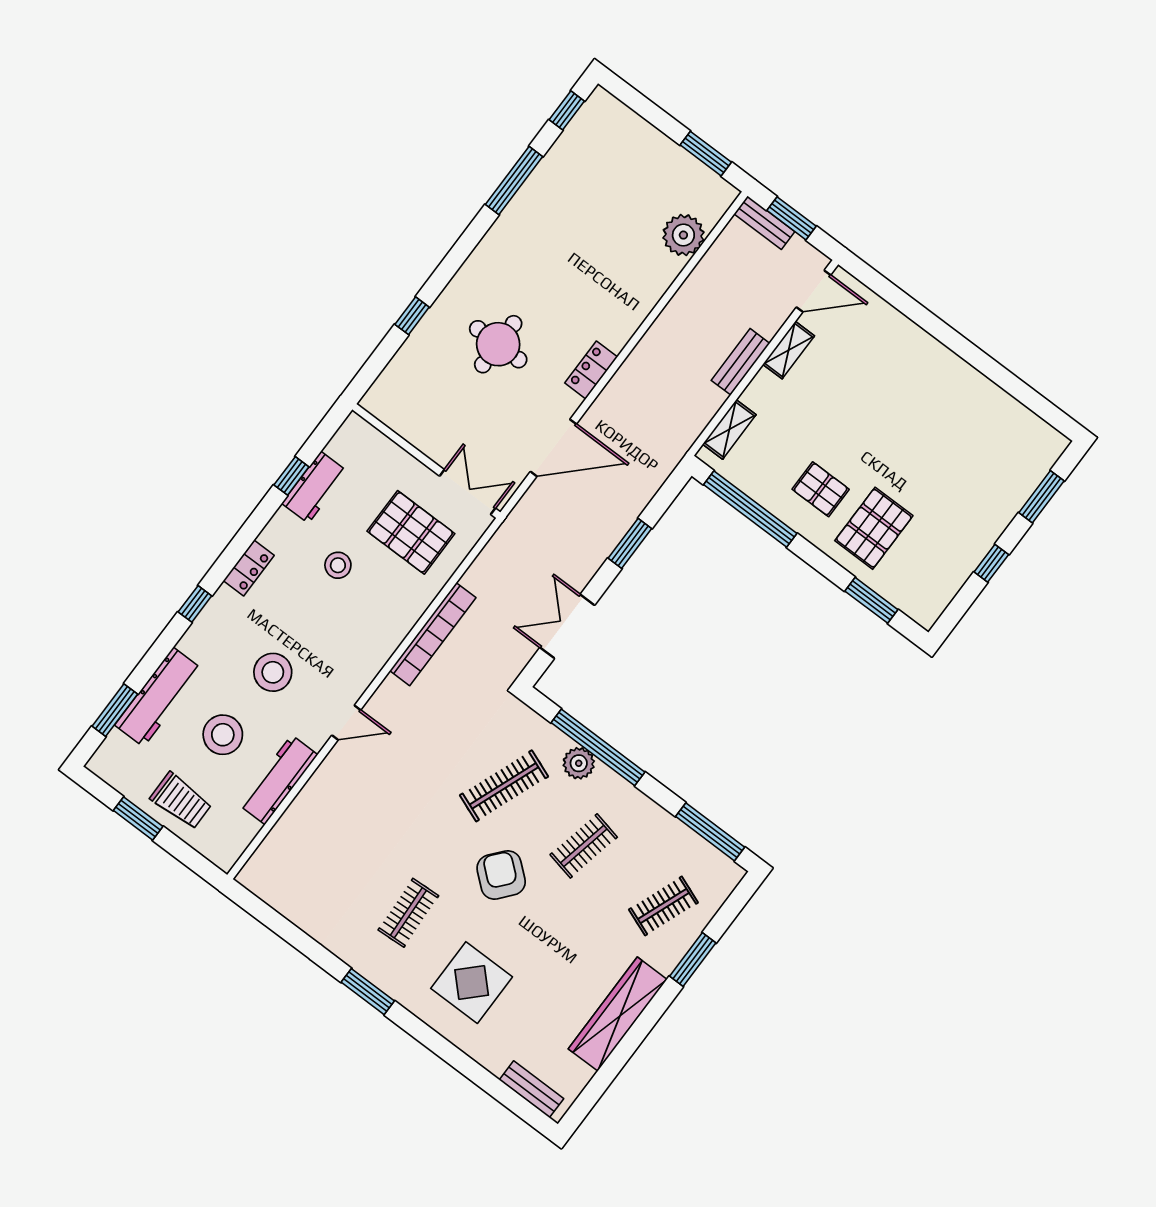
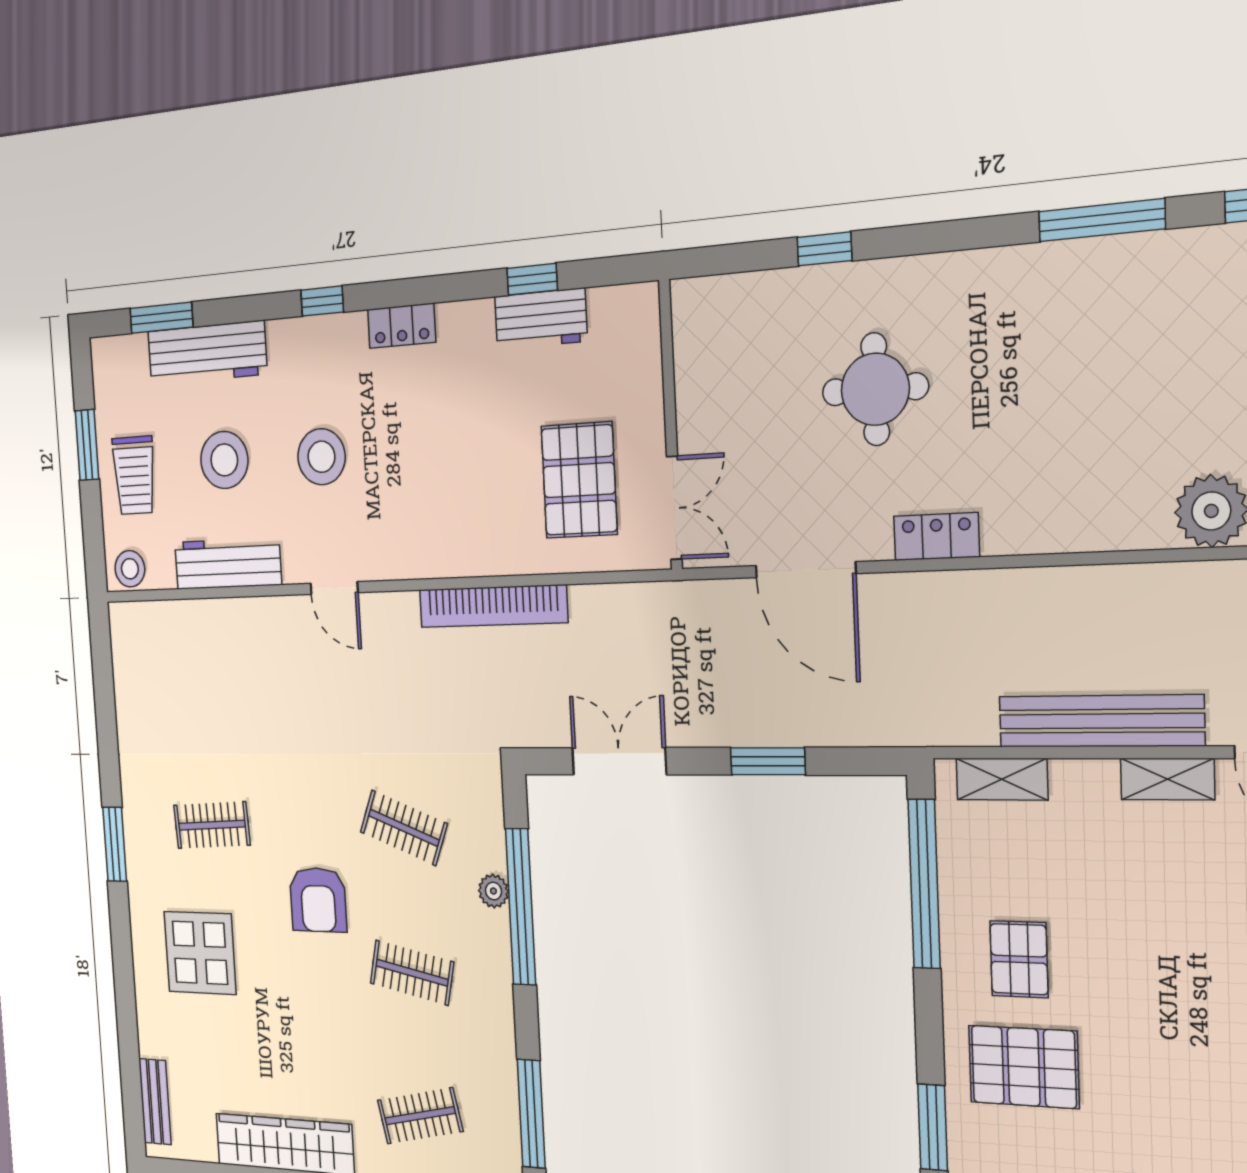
bench: (740, 362) -> (1101, 721), width x1.86, depth x1.21
stool: (338, 565) -> (130, 569), moved
plant: (579, 763) -> (493, 891), width x0.73, depth x0.73
clothes rail: (504, 786) -> (404, 828), width x0.73
armchair: (501, 875) -> (318, 900), turned 140
clothes rail: (663, 906) -> (420, 1116), turned -33

